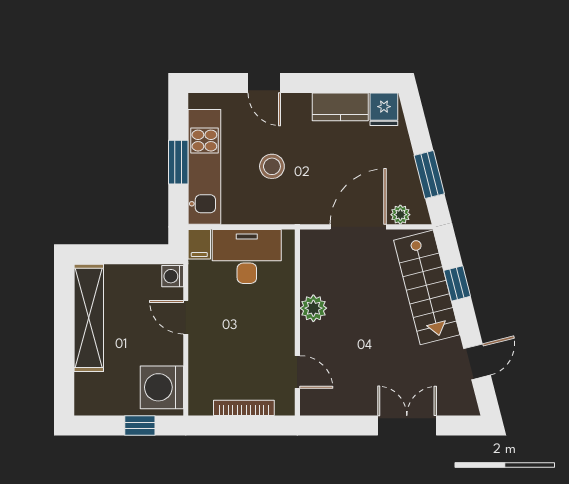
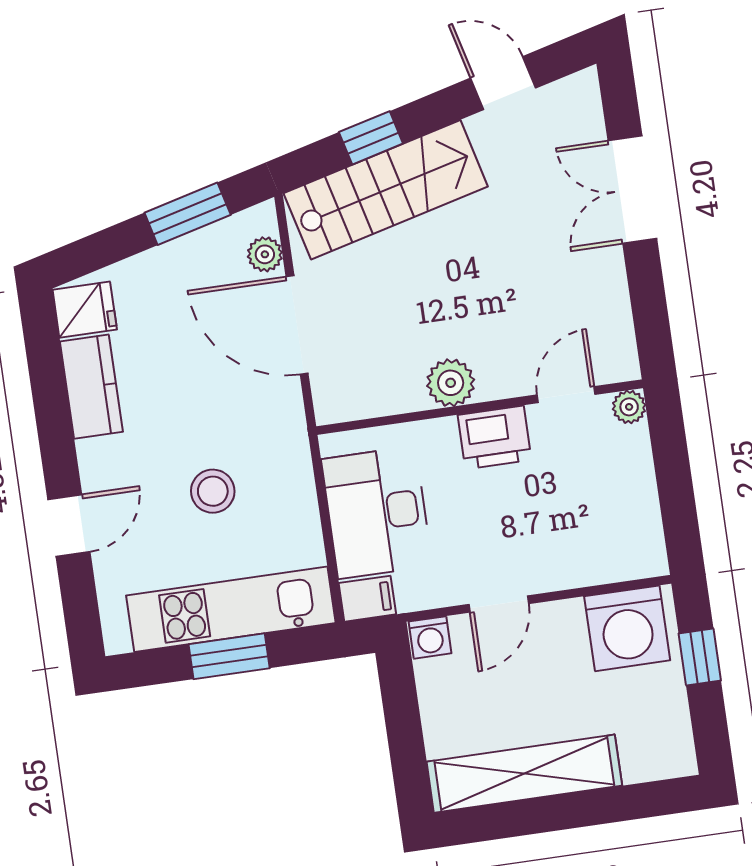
printer: (279, 328) -> (495, 437), added
plant: (286, 406) -> (629, 407), added
bookcase: (244, 408) -> (643, 479), removed

